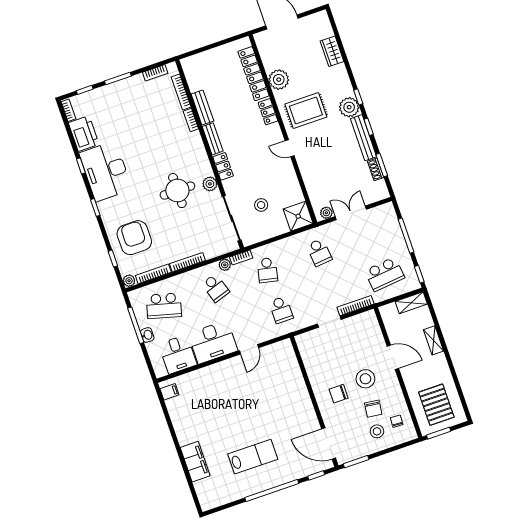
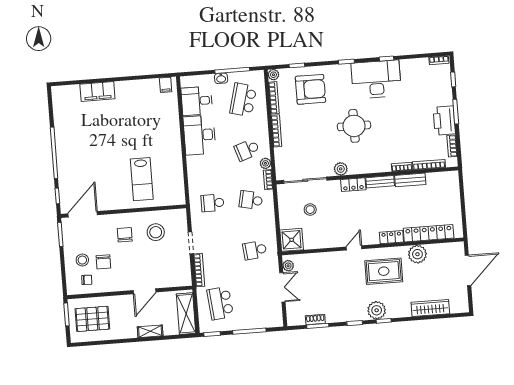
wardrobe: (332, 51) -> (430, 308), width x1.50
rug: (306, 110) -> (384, 271), turned 90
printer: (84, 134) -> (444, 120), moved, turned 90
bench: (363, 138) -> (346, 316), removed
round table: (177, 191) -> (354, 126), moved
shelving: (411, 303) -> (186, 314), width x1.50, depth x1.33
door: (249, 349) -> (185, 165), removed
stool: (365, 379) -> (156, 232), moved
chair: (373, 409) -> (103, 262), turned -97
lab bench: (253, 457) -> (142, 179), moved

